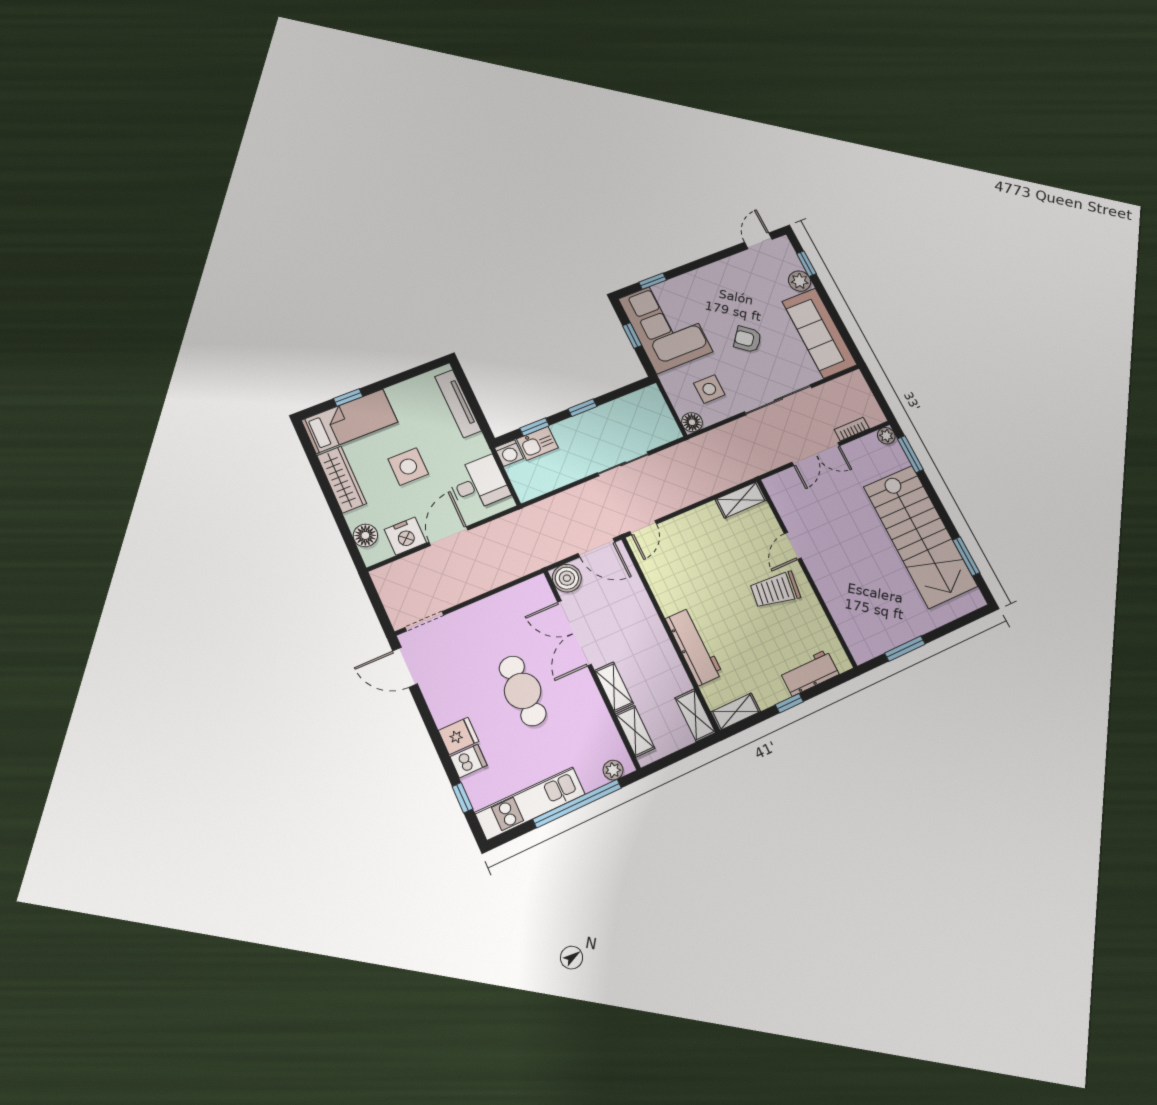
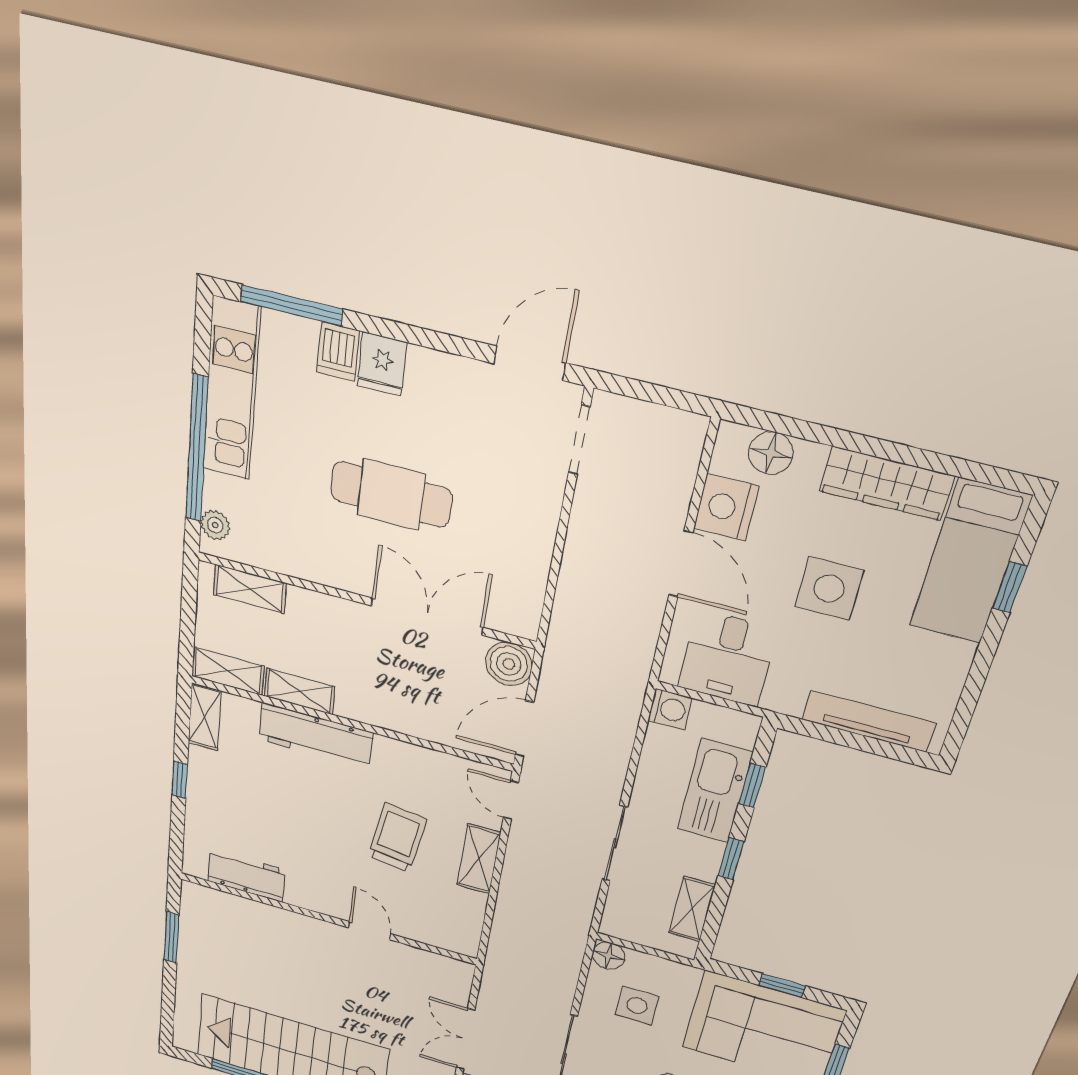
shelving: (627, 404) -> (692, 909), added
kitchen sink: (537, 443) -> (715, 791), width x1.87, depth x1.24
washing machine: (509, 453) -> (670, 709), moved, turned 180
shelving: (741, 500) -> (479, 859), moved
trolley: (775, 590) -> (397, 838), moved
workbench: (809, 673) -> (246, 875), moved, turned -90
shelving: (614, 687) -> (300, 691), moved
window: (462, 798) -> (291, 305), width x2.17

